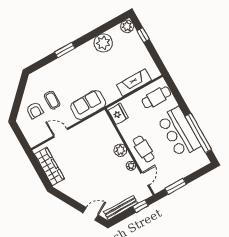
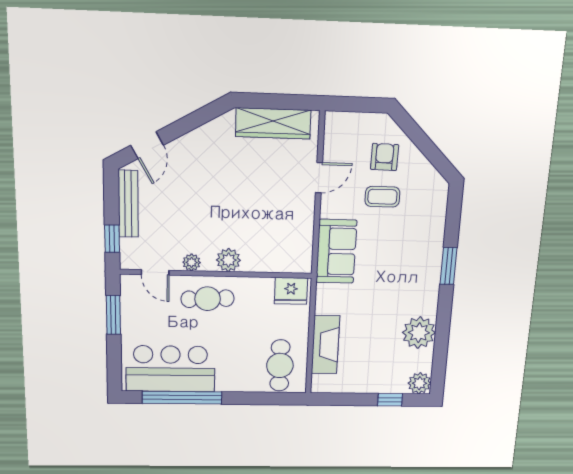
armchair: (35, 110) -> (384, 157), turned 91
bar counter: (179, 132) -> (170, 369), moved

